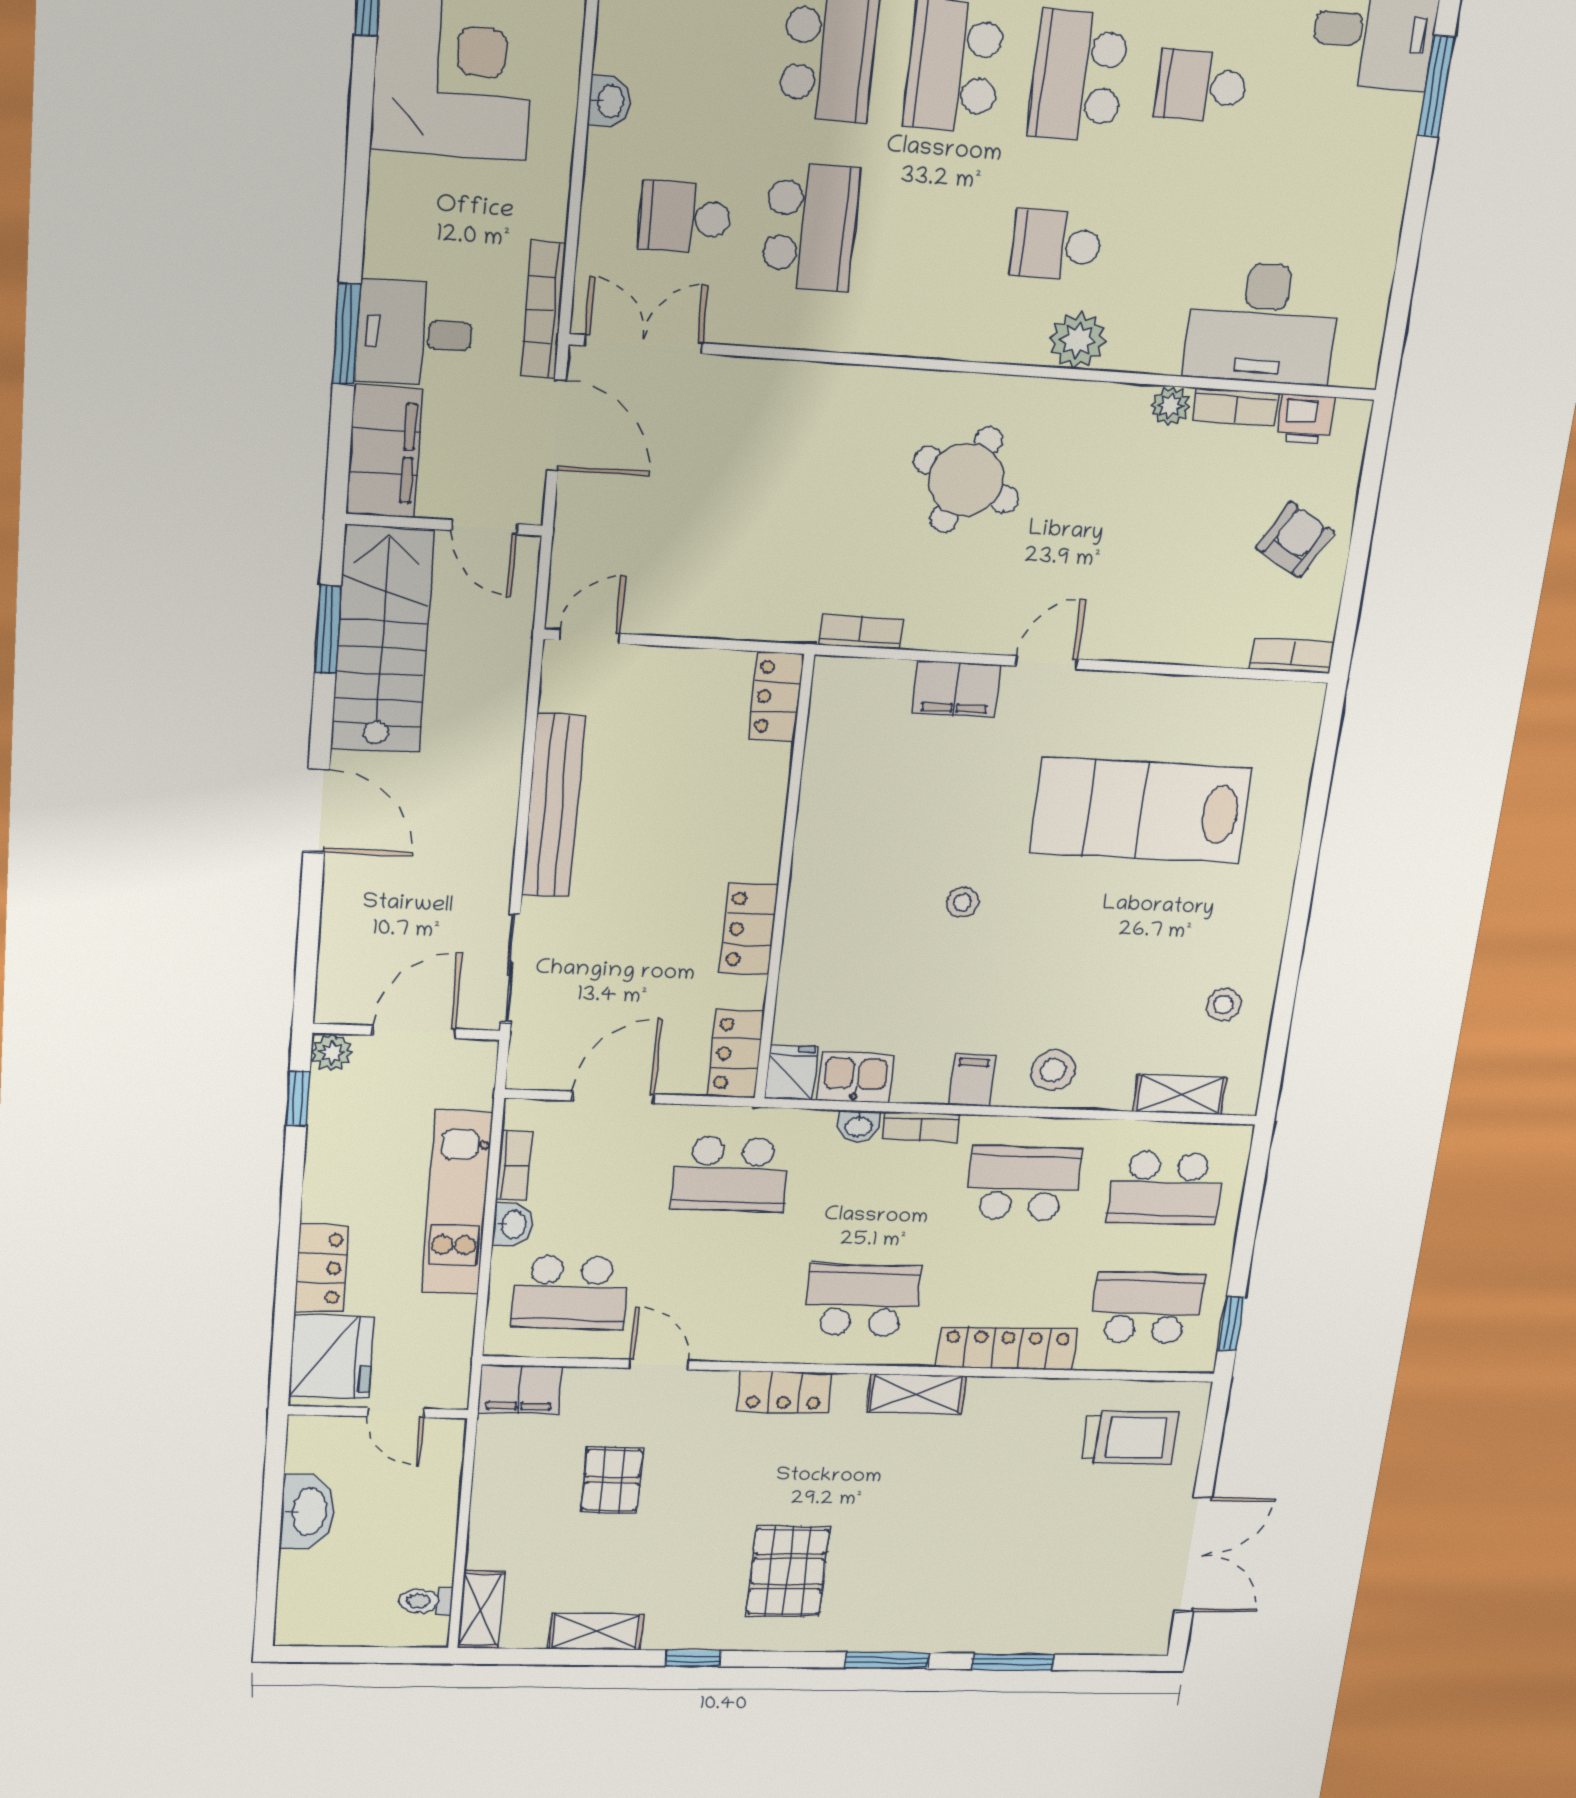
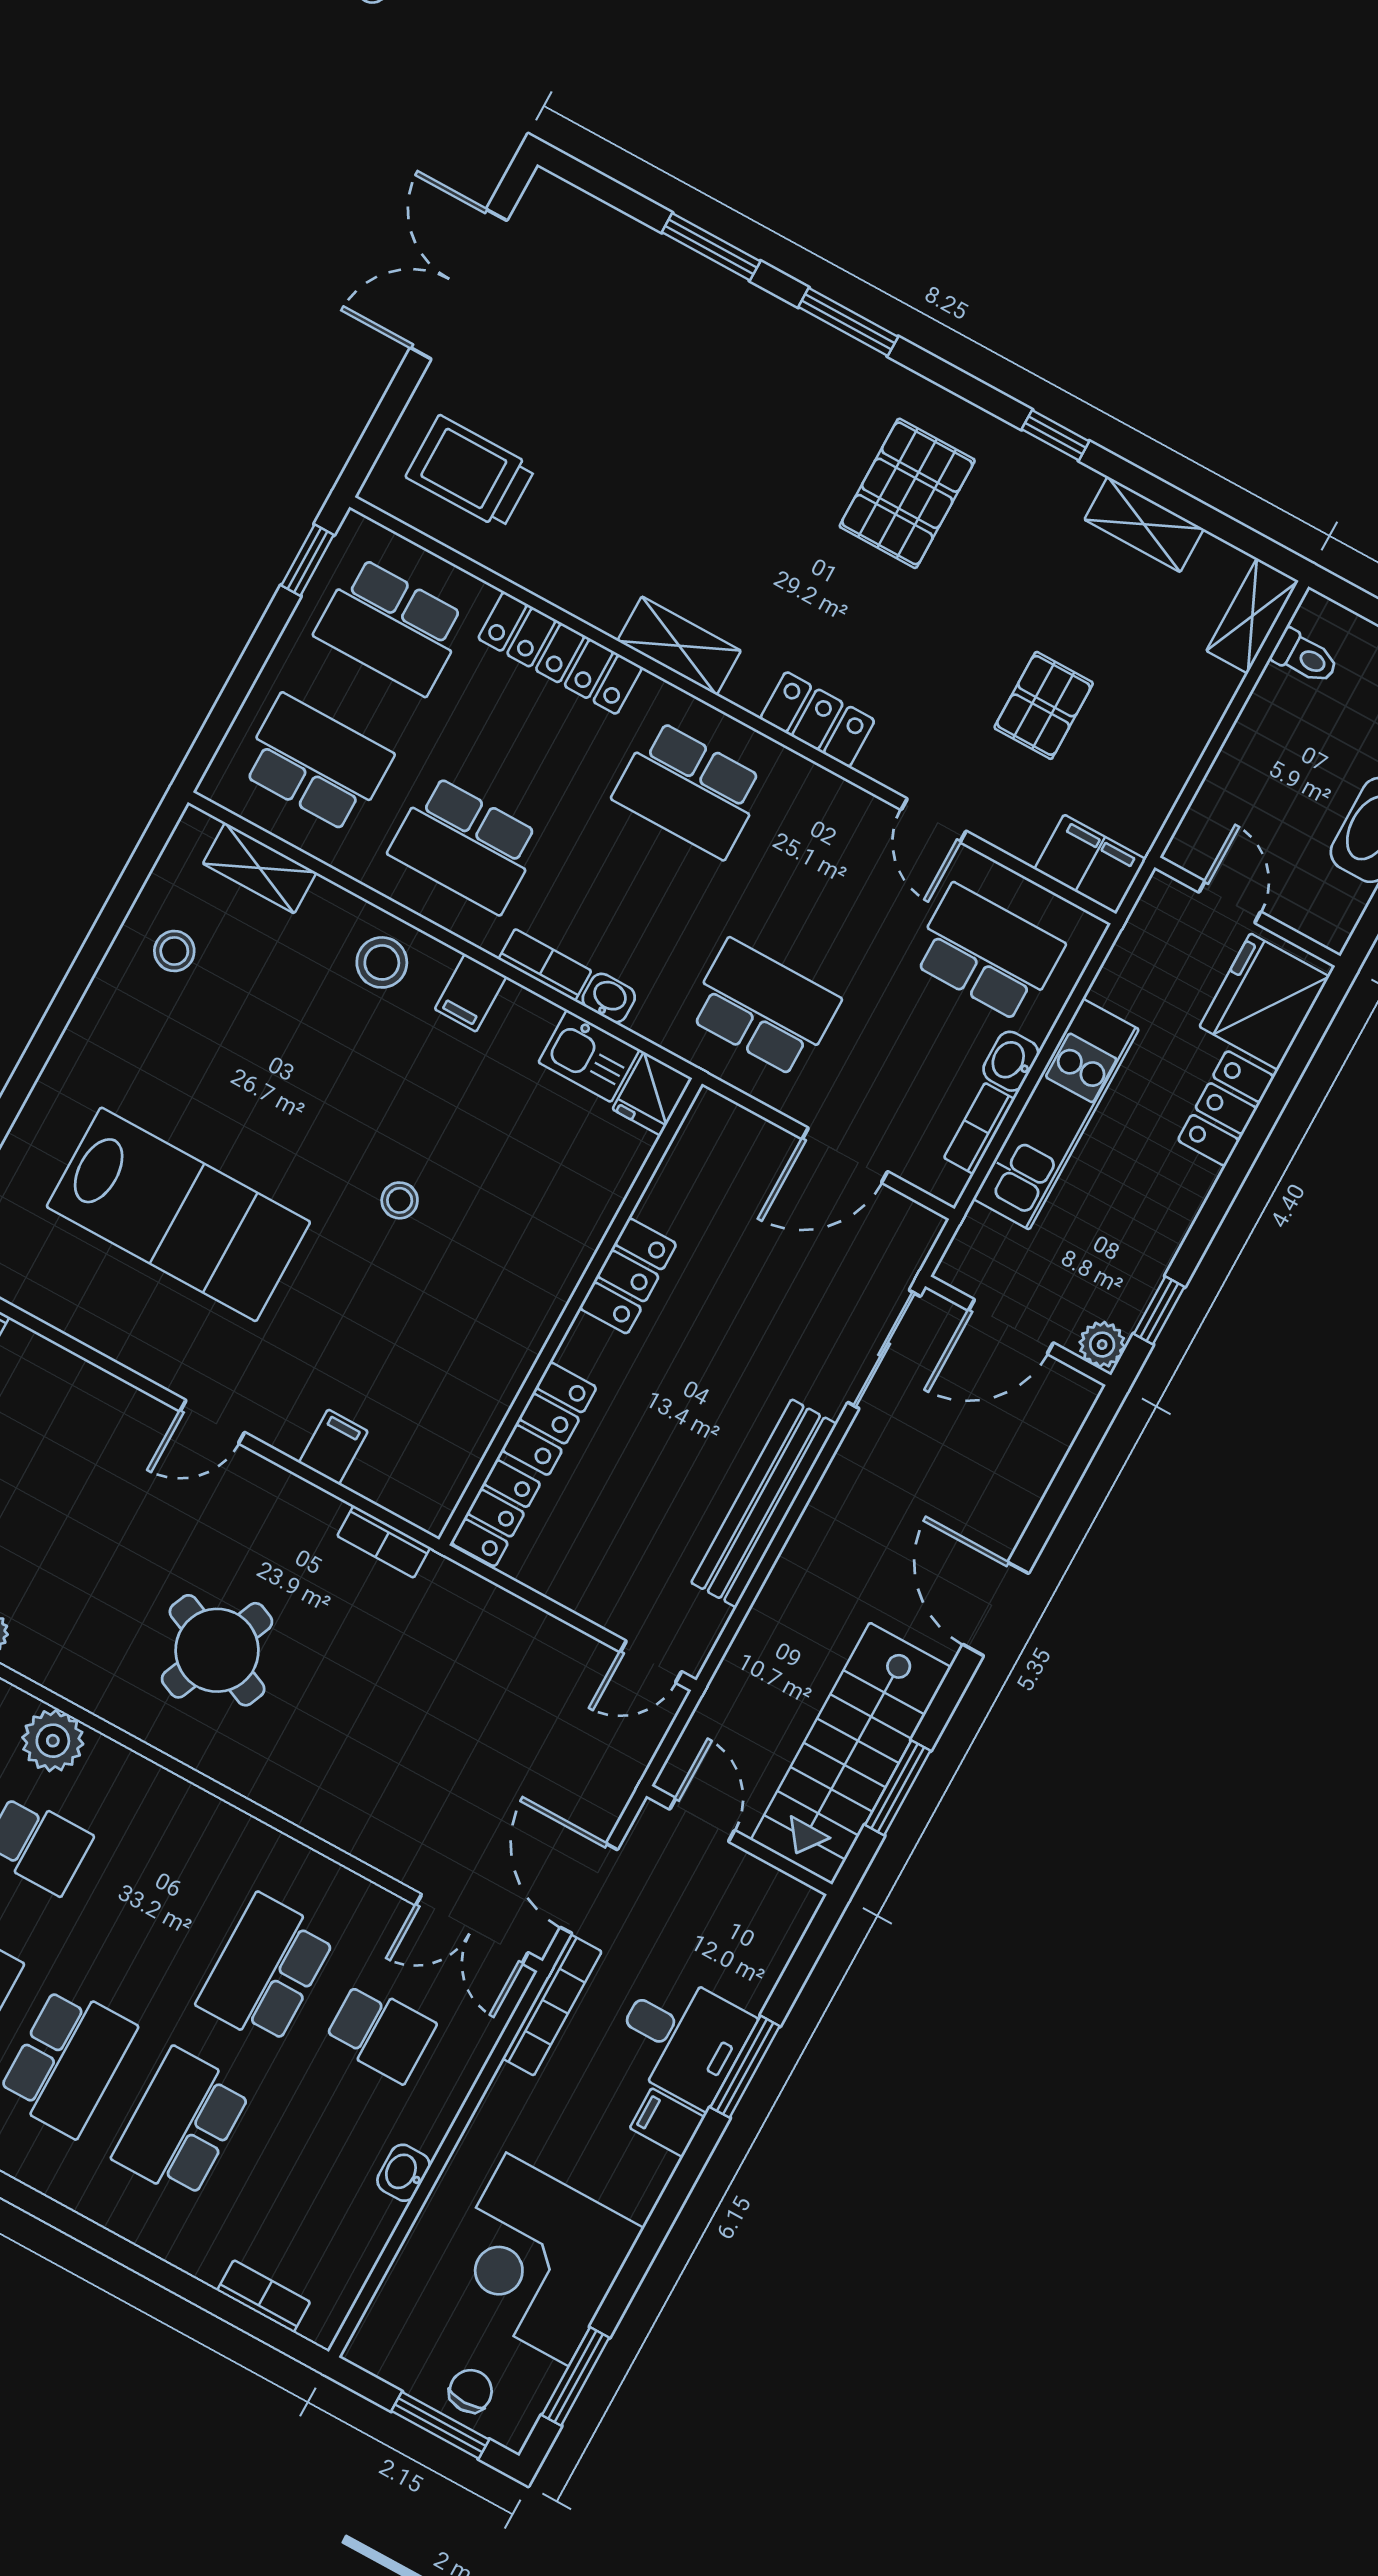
filing cabinet: (384, 452) -> (667, 2123), moved, width x0.33, depth x0.86
filing cabinet: (957, 689) -> (333, 1447), width x0.50
locker: (736, 1054) -> (549, 1419), moved

